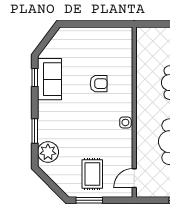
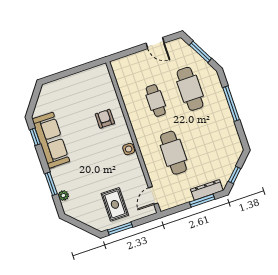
sofa: (49, 79) -> (51, 140), width x1.36
armchair: (99, 84) -> (105, 119), moved, turned -90
plant: (48, 152) -> (63, 196), width x0.53, depth x0.53

